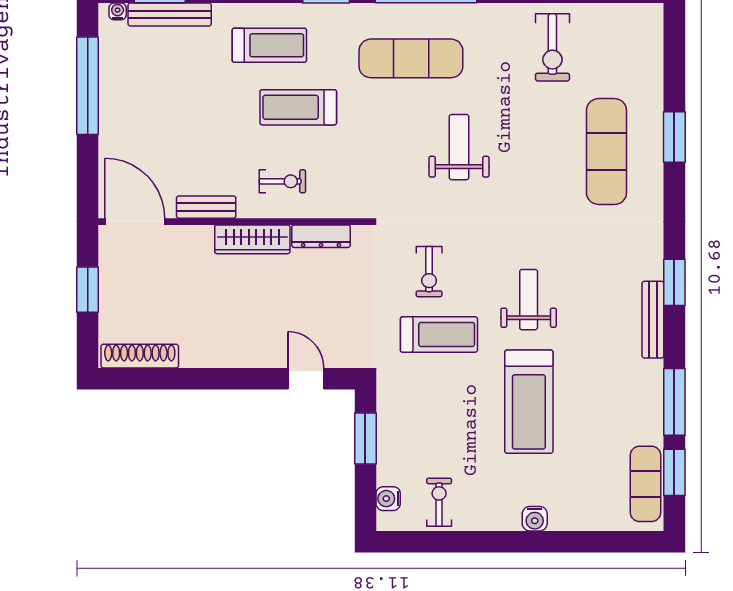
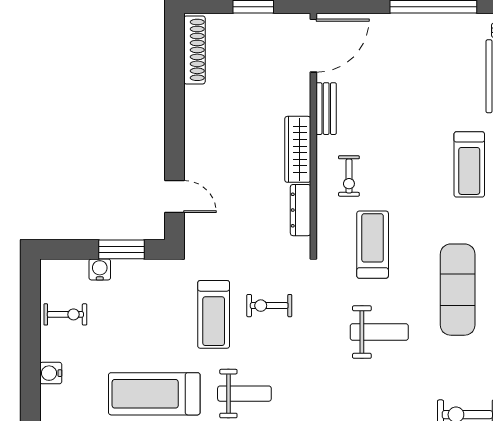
treadmill: (298, 107) -> (373, 245), moved
door: (306, 379) -> (175, 197), hinge flipped
water cooler: (388, 499) -> (100, 269), moved
water cooler: (535, 519) -> (51, 373), moved

